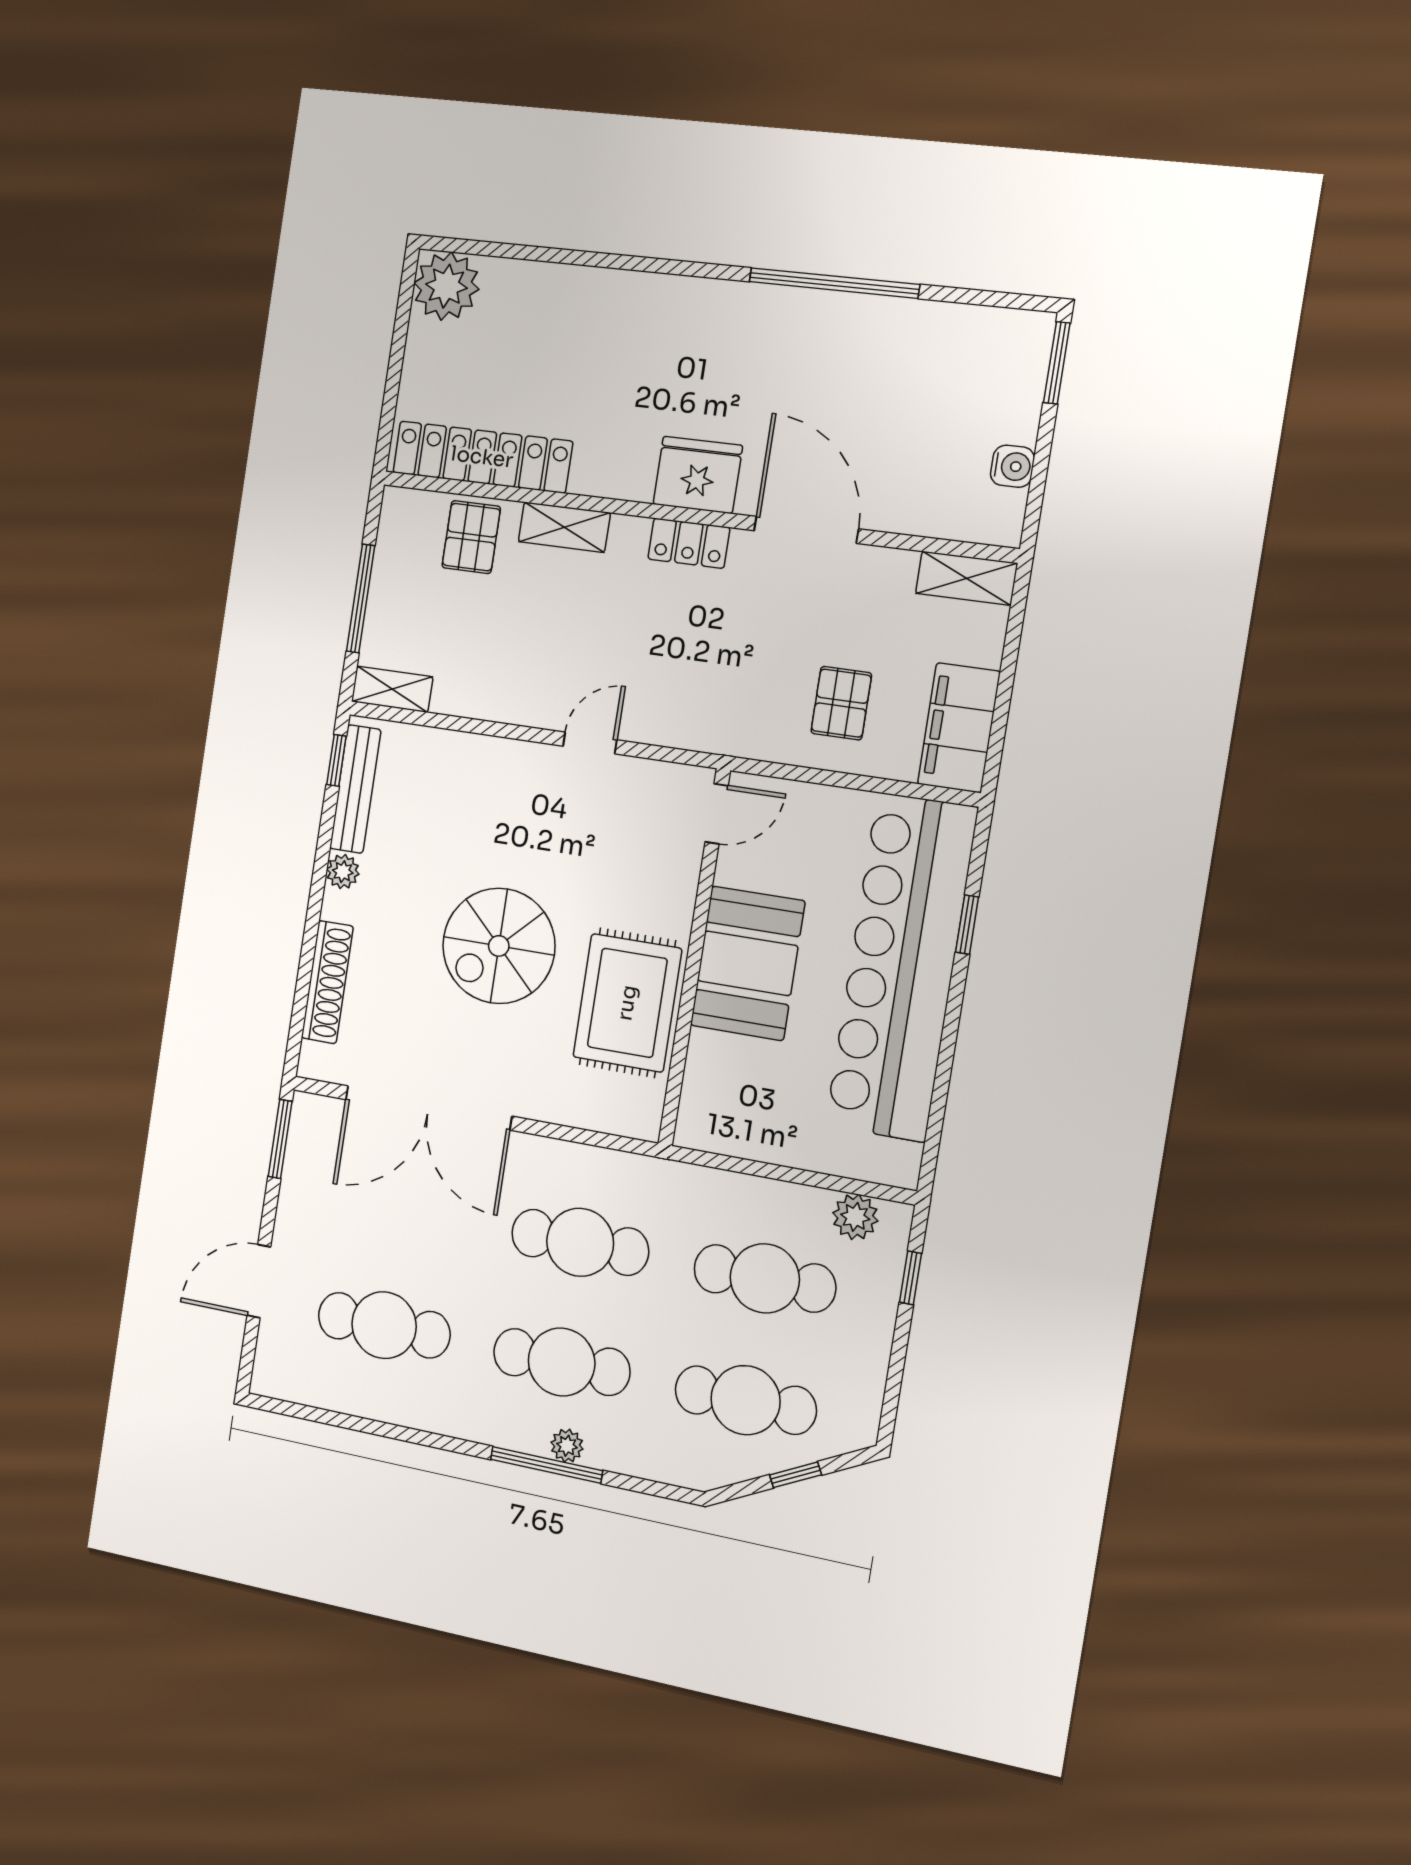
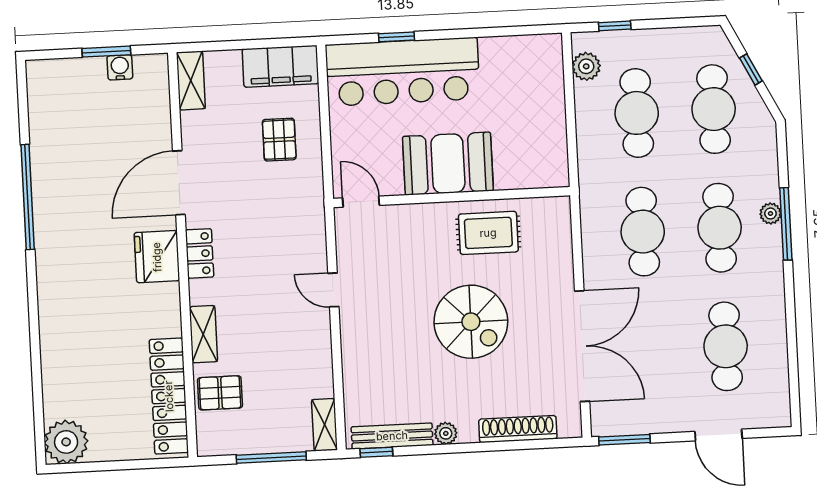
window: (1057, 363) -> (106, 52), moved
pallet: (841, 703) -> (279, 140), turned 90
bar counter: (901, 967) -> (403, 72), width x0.73
rug: (627, 1003) -> (488, 233), width x0.73, depth x0.70

